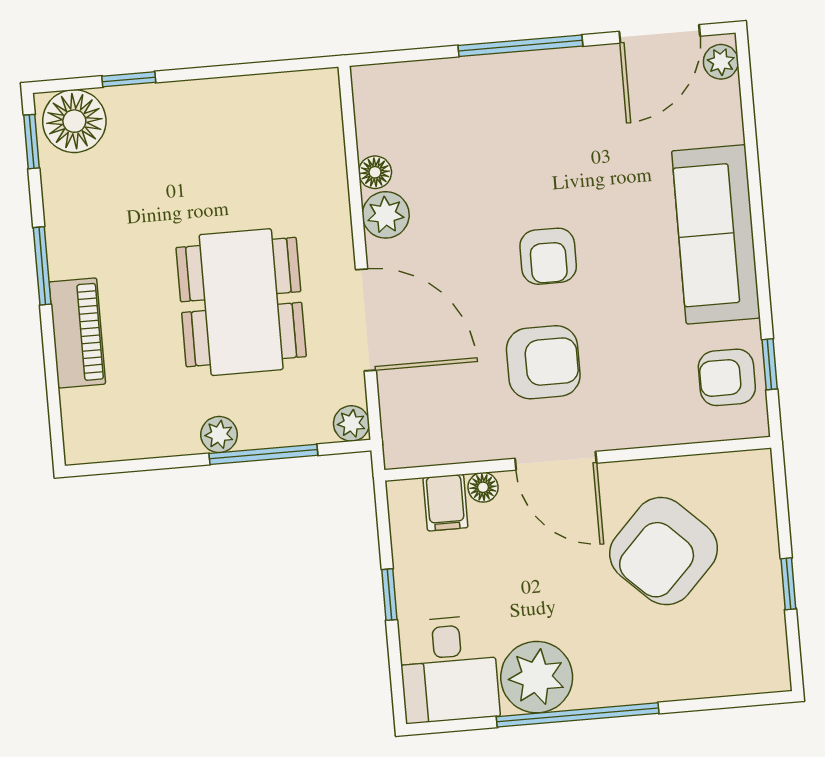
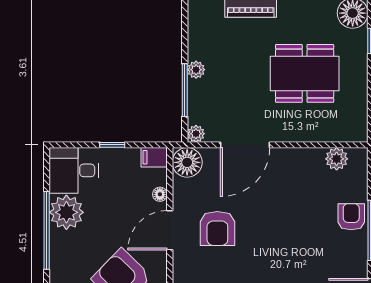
floor lamp: (375, 172) -> (187, 162), moved, width x1.89, depth x1.89
plant: (386, 215) -> (337, 159), moved
armchair: (548, 256) -> (351, 217), moved, turned 90
dining table: (241, 302) -> (305, 73), moved
filing cabinet: (445, 503) -> (154, 157), moved

